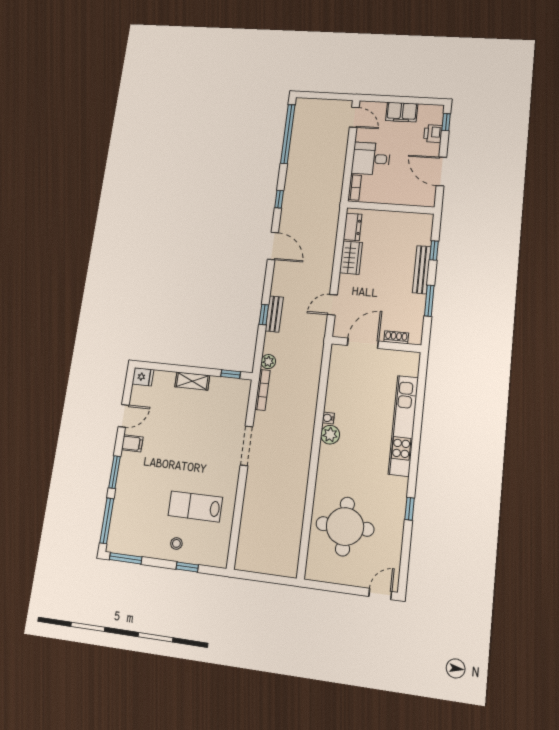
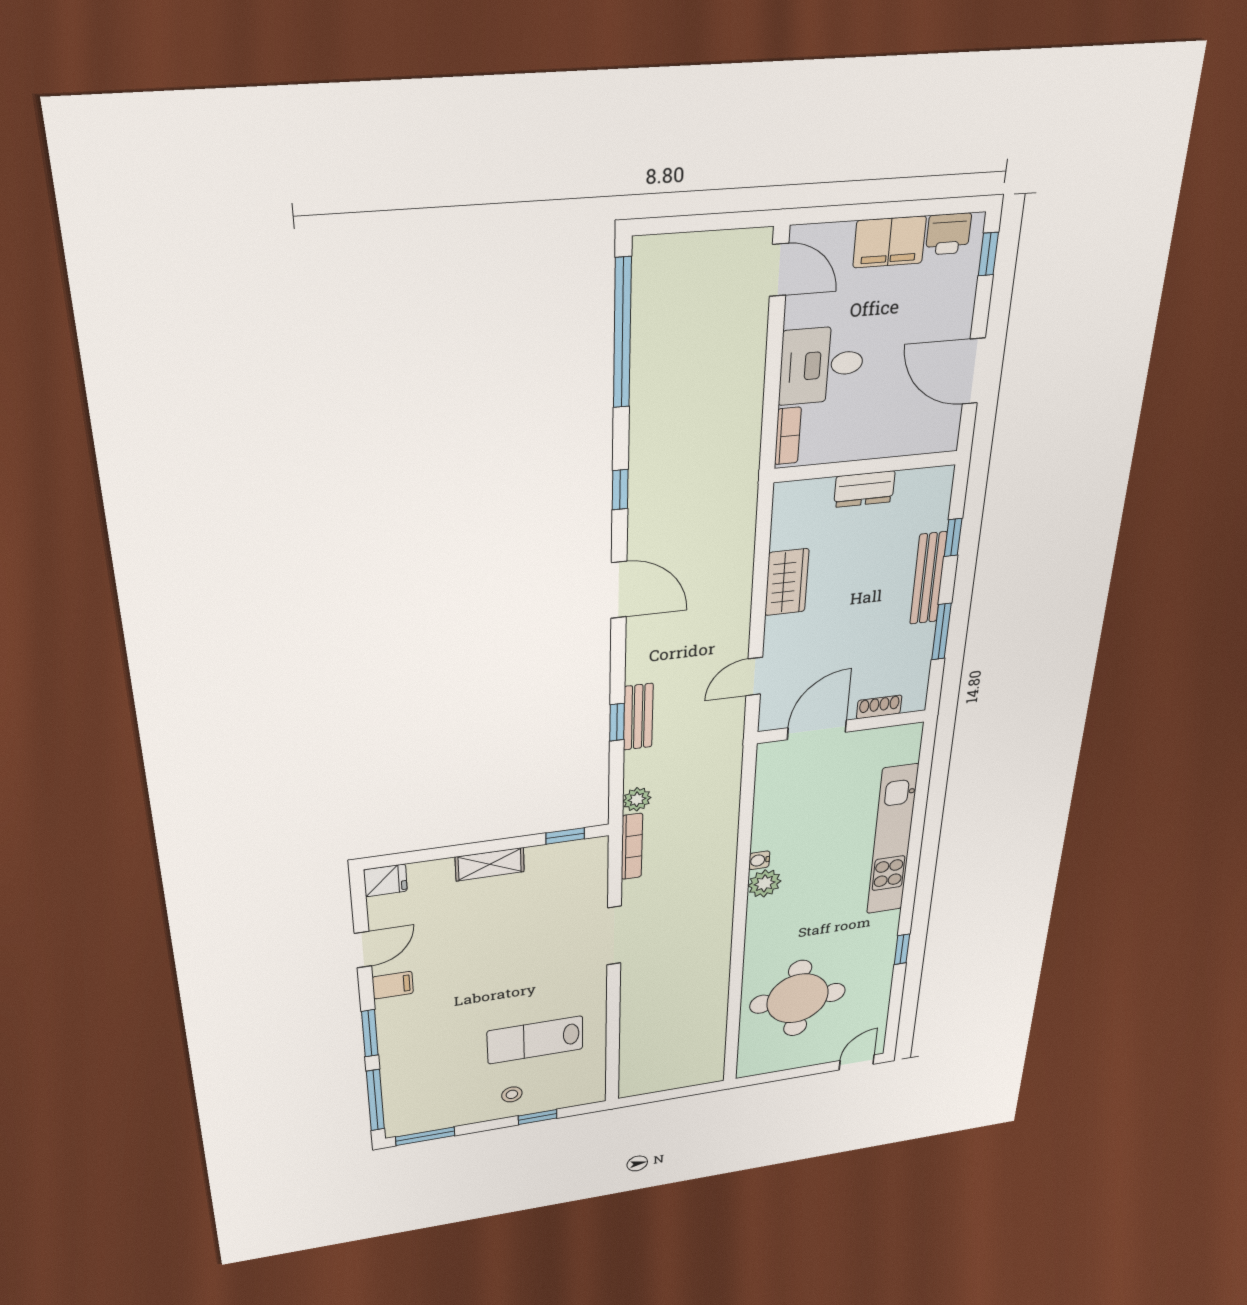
printer: (433, 134) -> (948, 234), moved, turned -90
dresser: (353, 227) -> (864, 489), moved, turned 90

